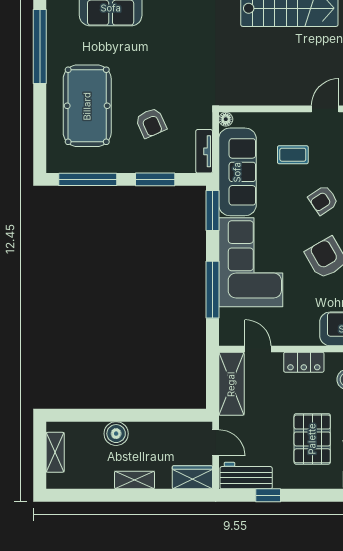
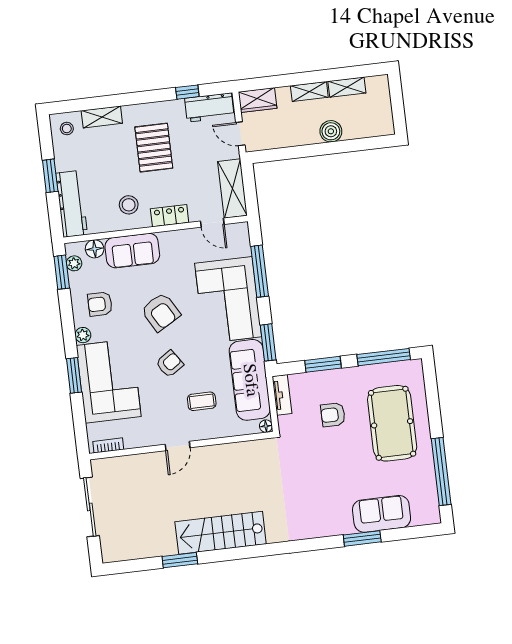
armchair: (151, 123) -> (333, 415), turned -66
shelving: (55, 452) -> (347, 87), moved, turned 90

